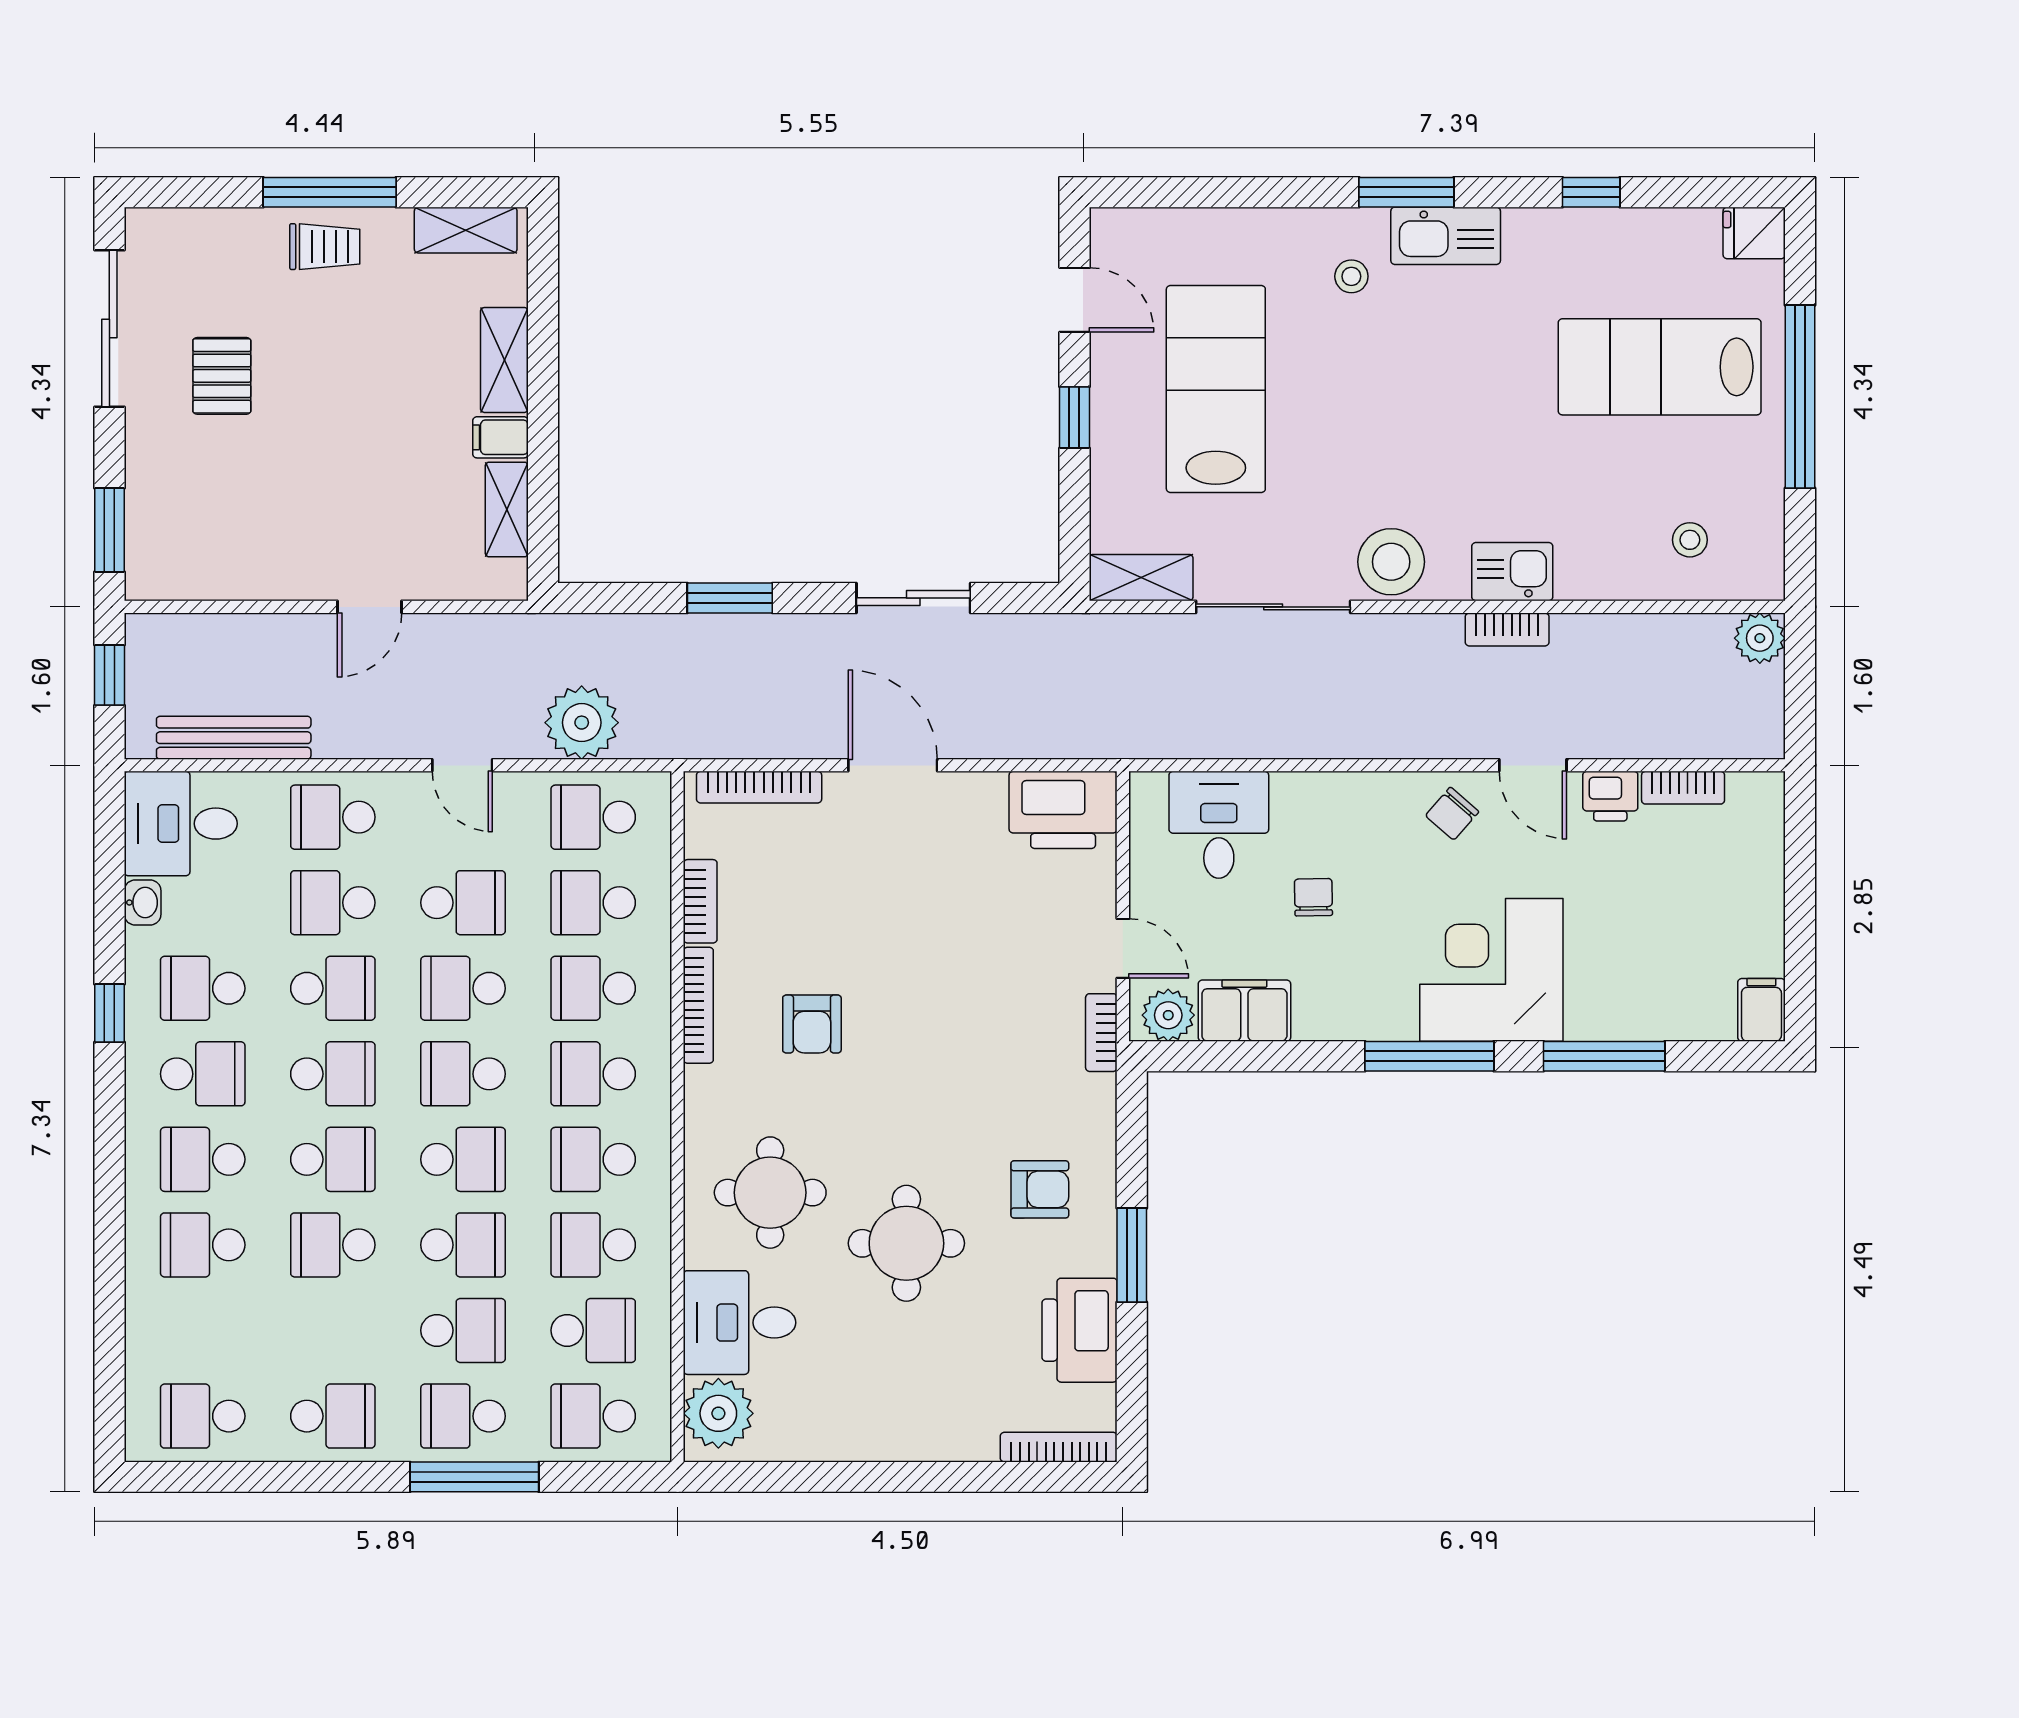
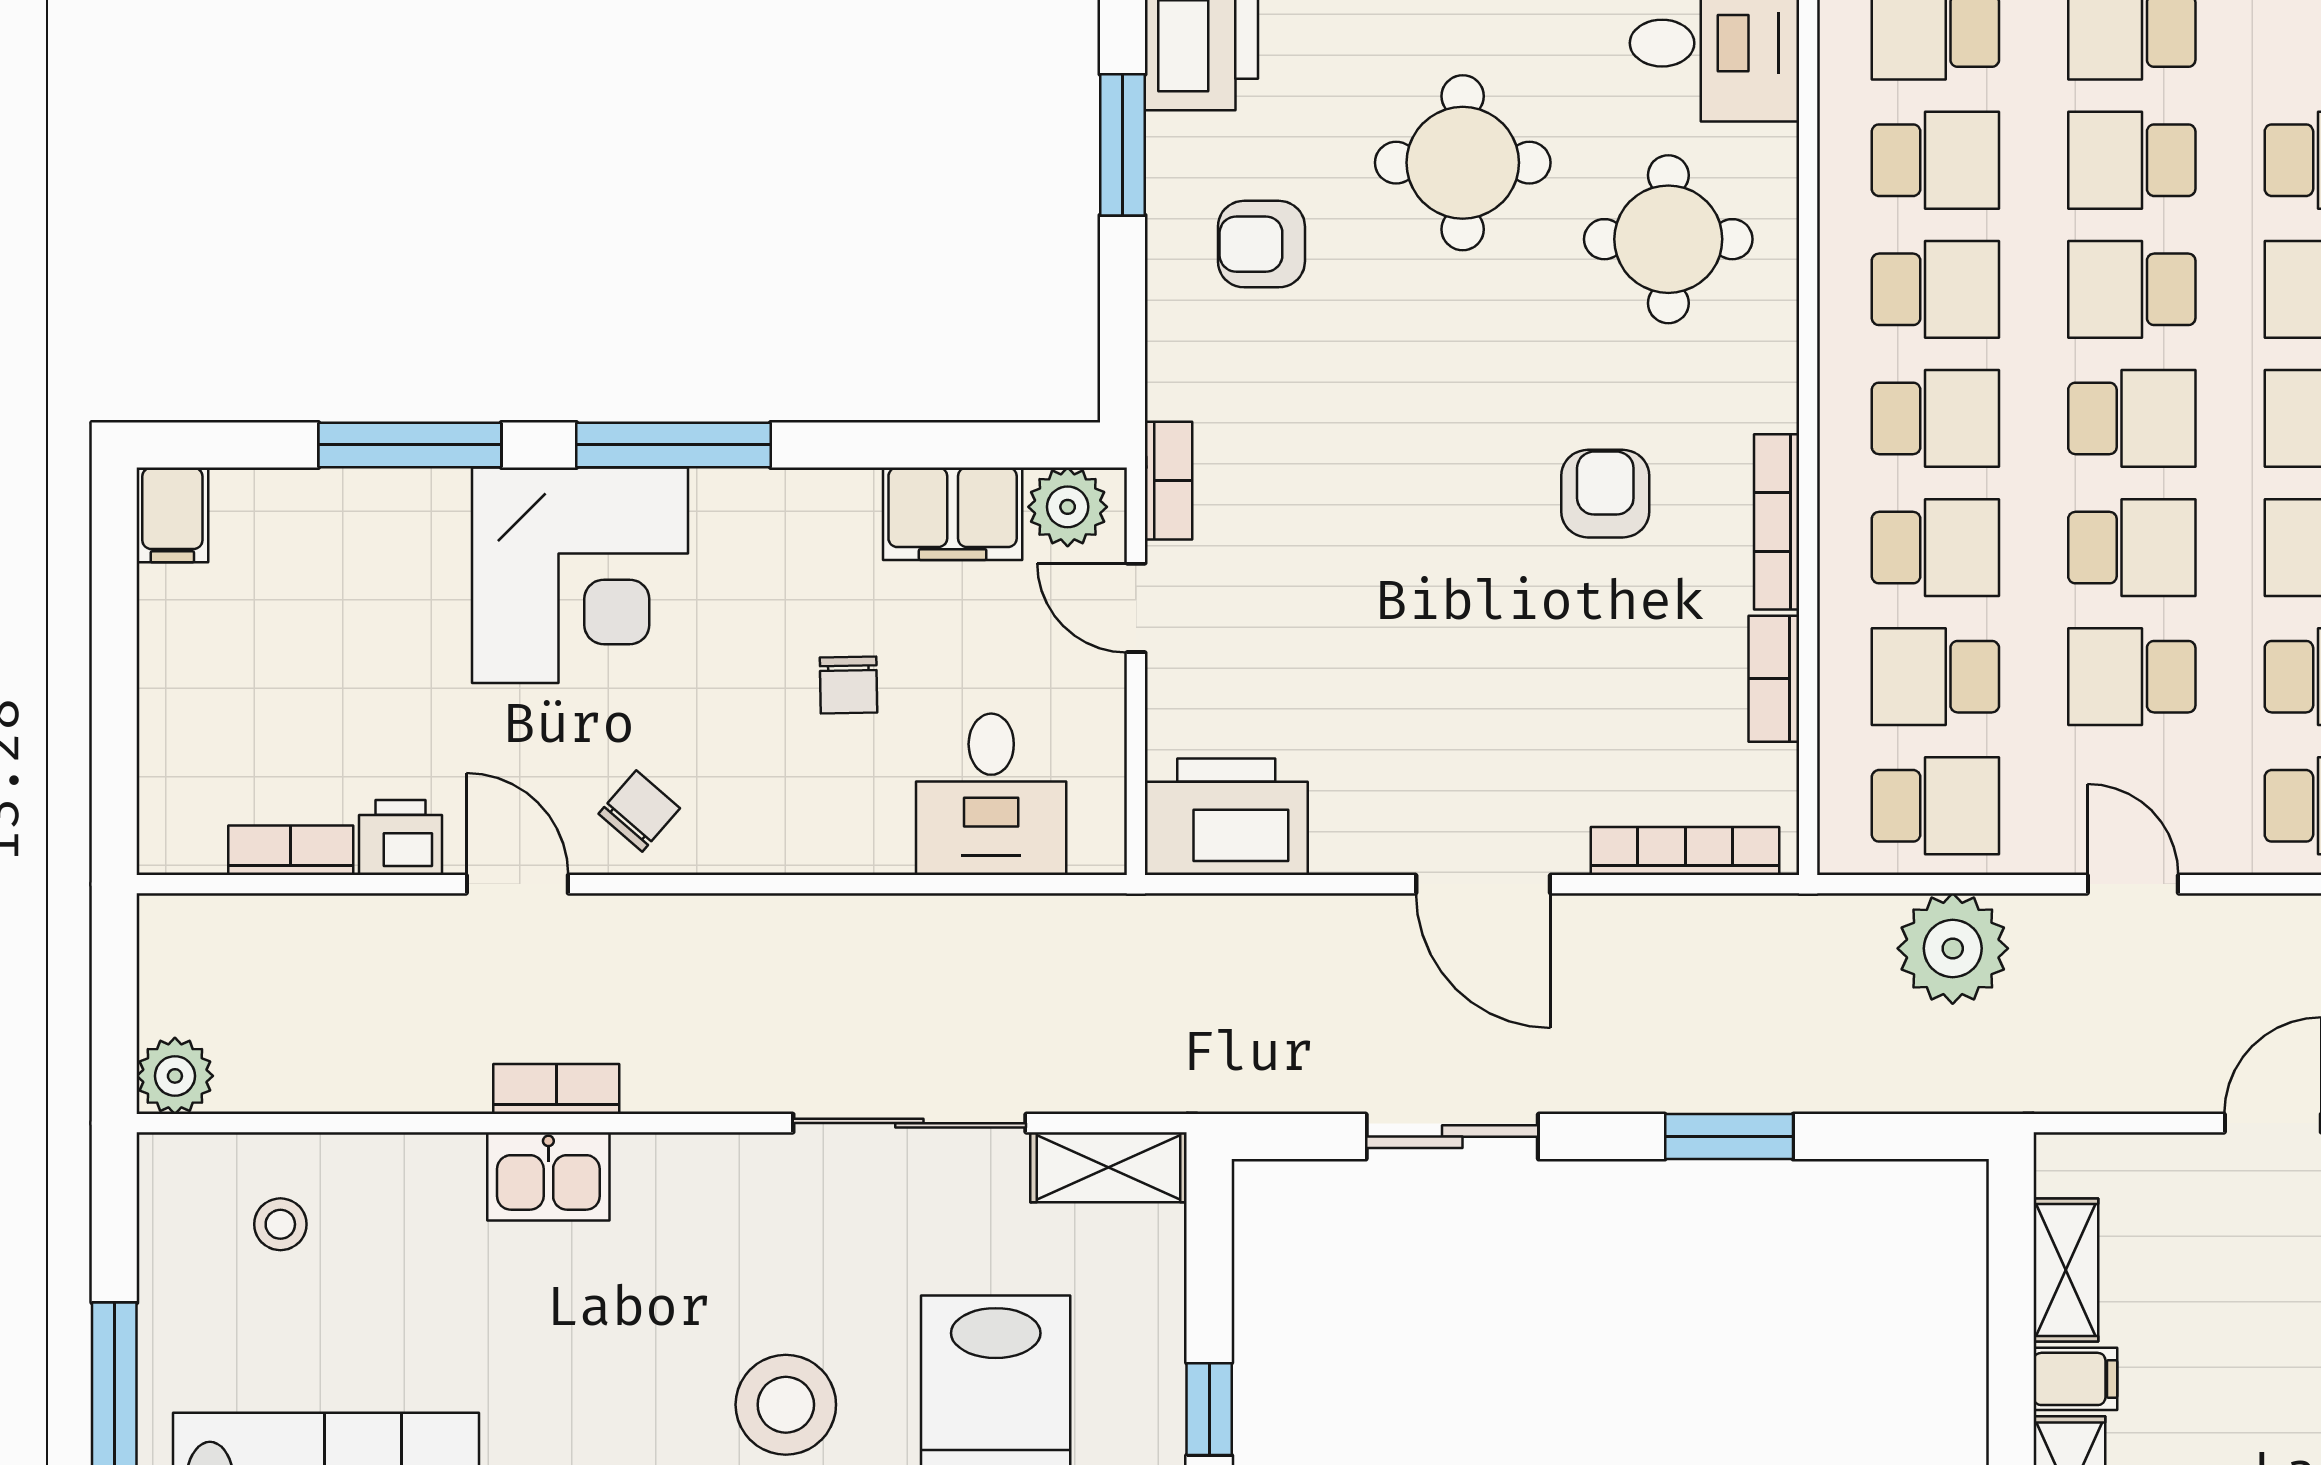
stool: (1391, 562) -> (786, 1405), moved
school desk: (593, 903) -> (1935, 677), turned 180

